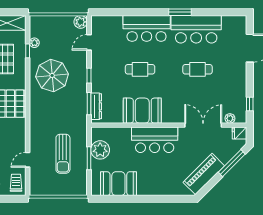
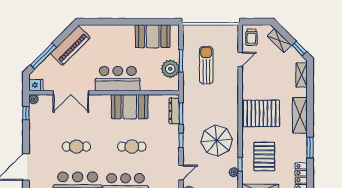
plant: (230, 118) -> (34, 99), moved

